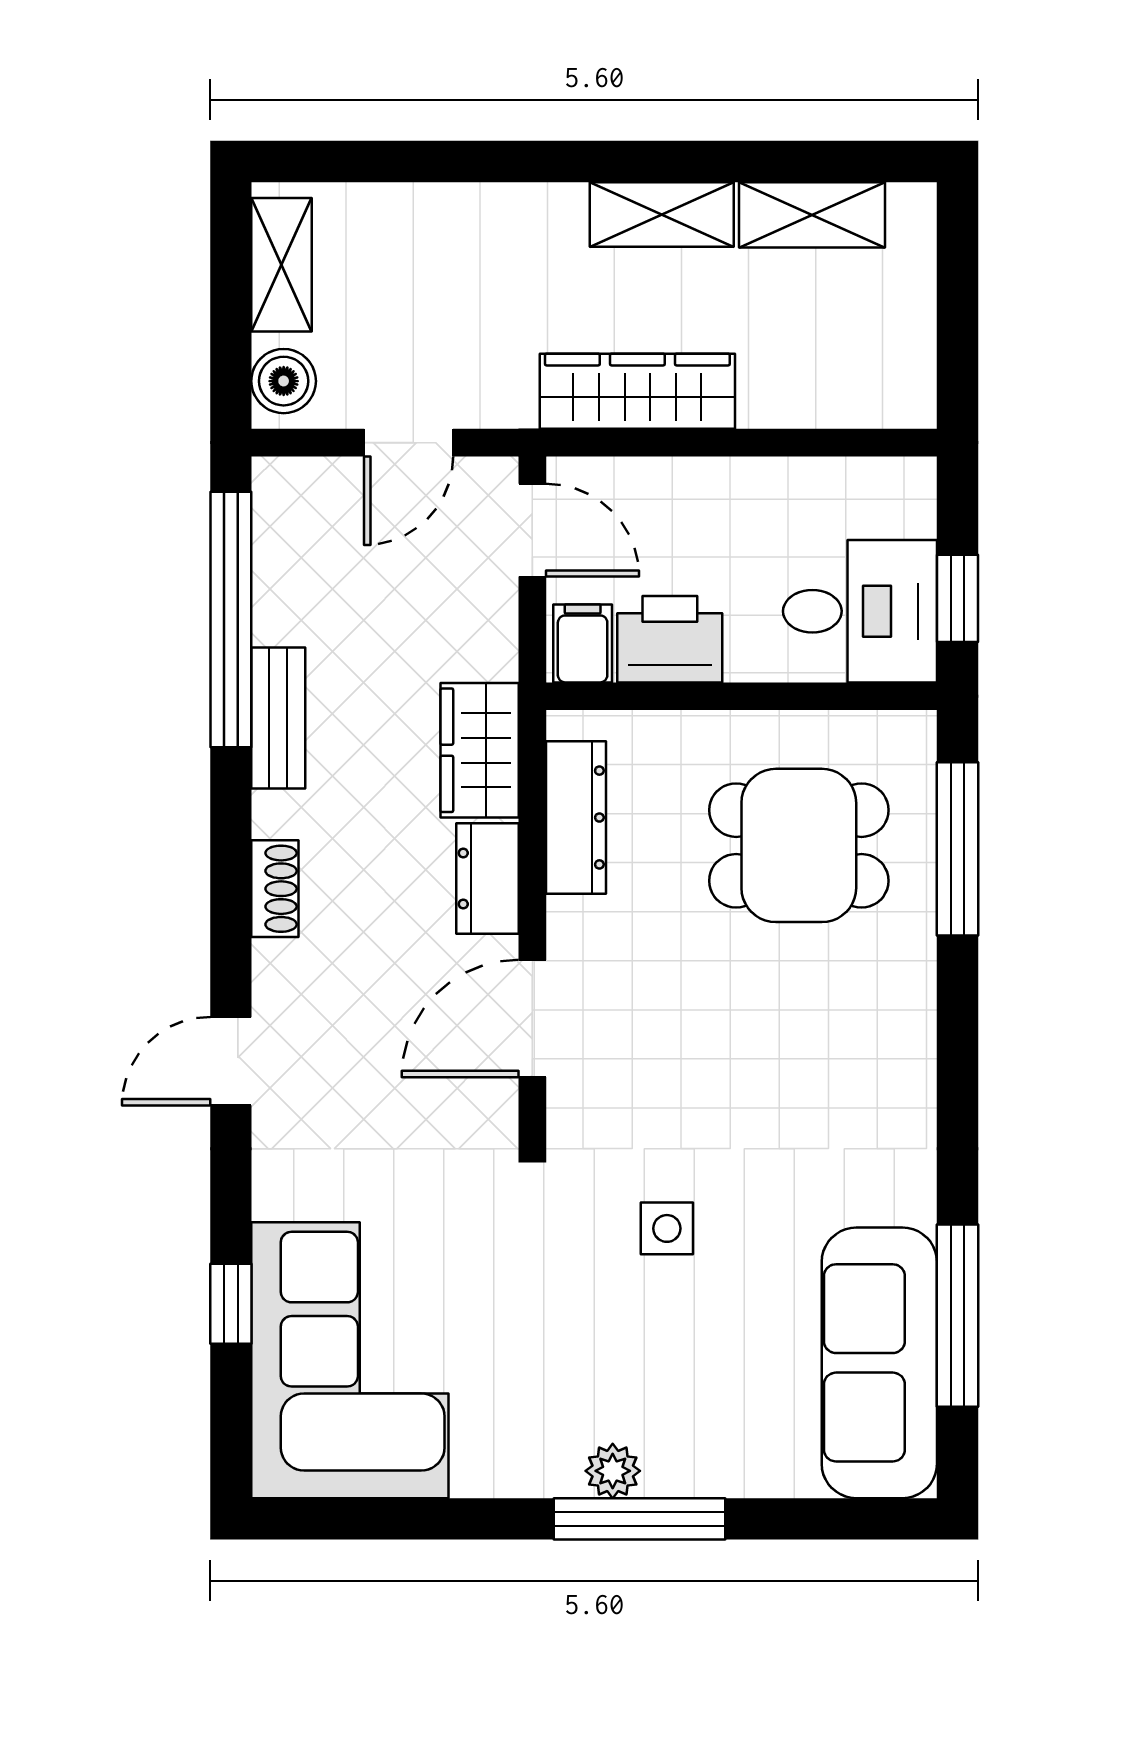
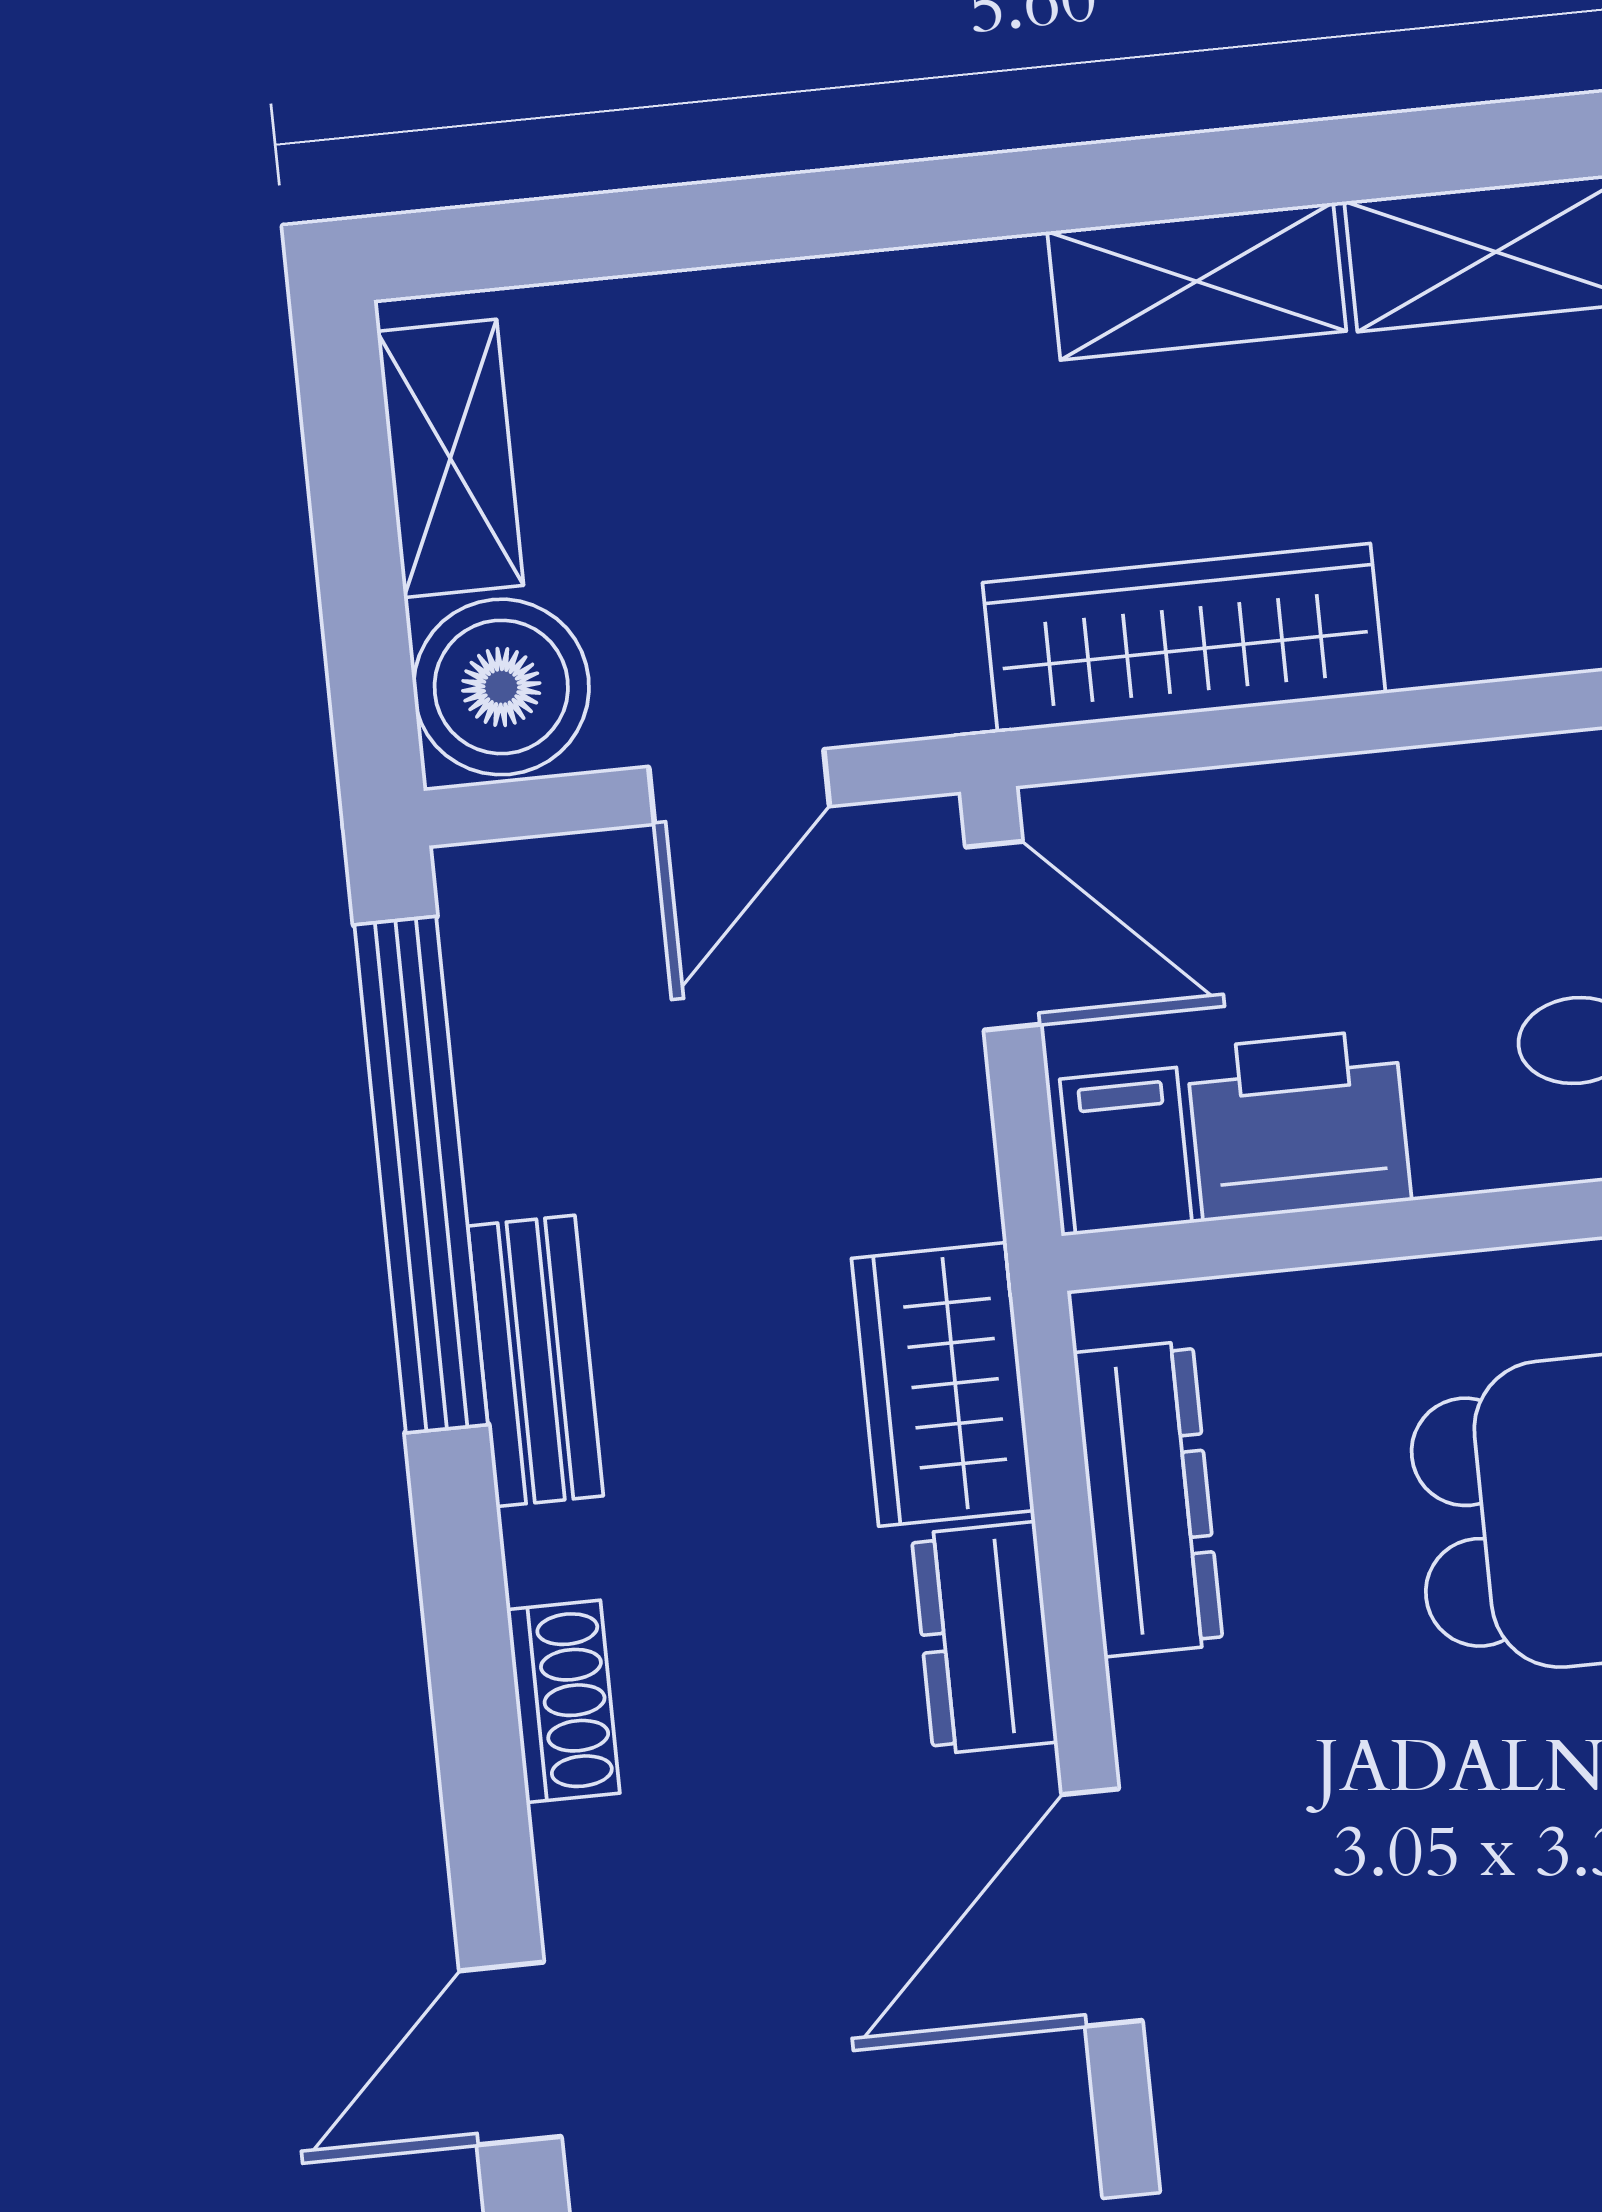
boiler: (284, 381) -> (501, 687), width x1.36, depth x1.36

